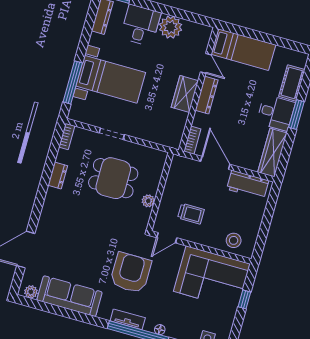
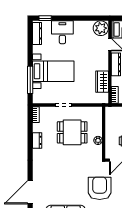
plant: (171, 27) -> (101, 28), moved
wardrobe: (185, 94) -> (102, 82), moved

